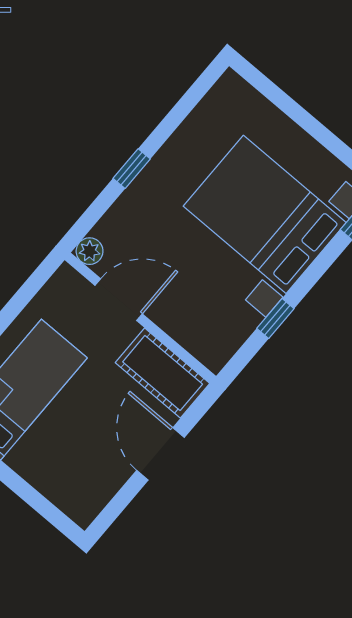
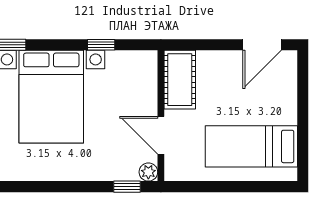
window: (132, 169) -> (127, 187), moved
door: (161, 454) -> (262, 45), moved

